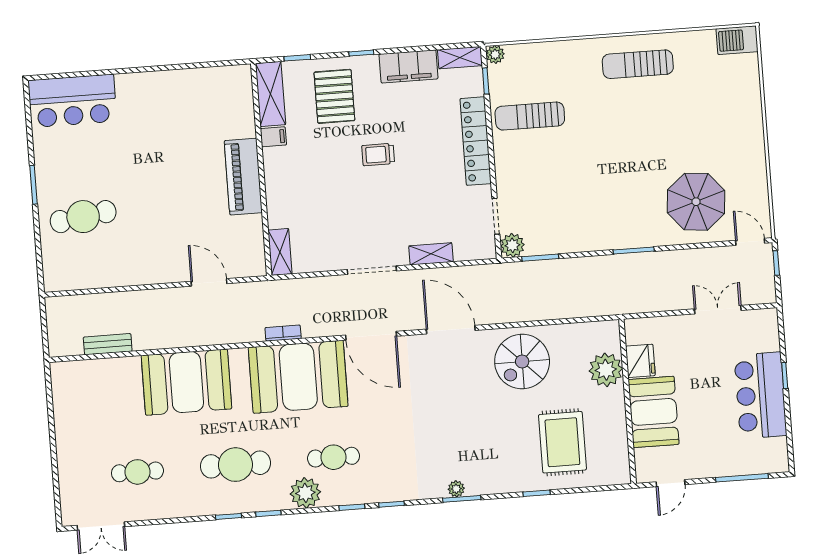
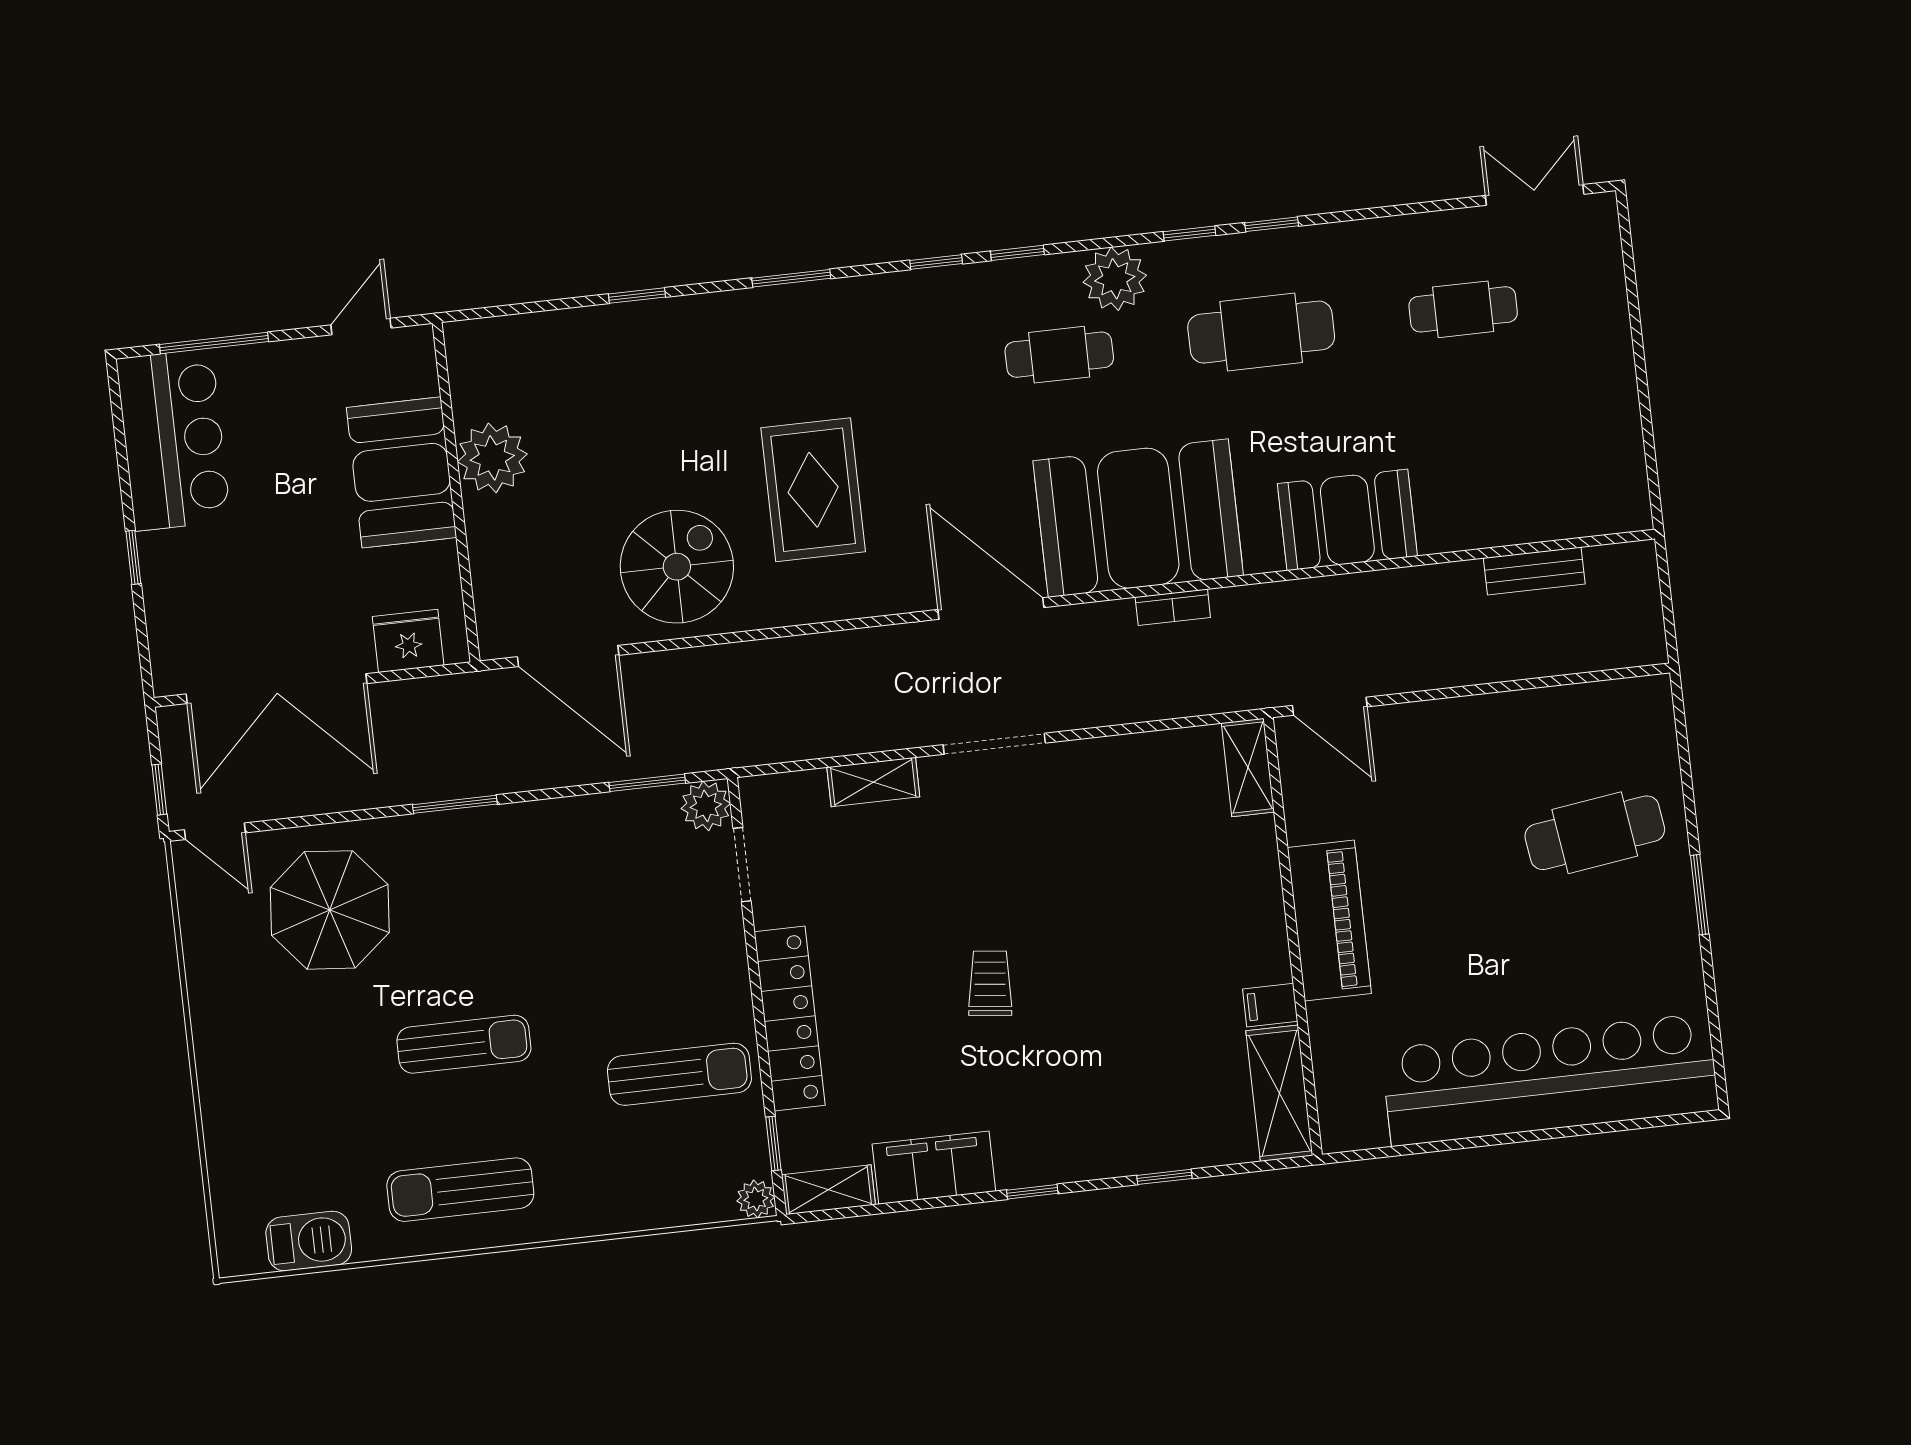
barbecue: (737, 40) -> (309, 1241), moved
sun lounger: (638, 64) -> (460, 1190), turned 180
shelving: (271, 94) -> (1279, 1093), moved
pallet: (334, 96) -> (1085, 1100), removed
bar counter: (72, 101) -> (1550, 1080), width x1.86
sun lounger: (634, 134) -> (464, 1044), added
filing cabinet: (273, 137) -> (1270, 1005), moved
trolley: (378, 155) -> (990, 983), turned -84
wall: (261, 170) -> (1293, 936), moved
piano: (243, 177) -> (1329, 920), moved
shelving: (280, 252) -> (1248, 768), moved
double door: (718, 310) -> (277, 689), width x1.87
door: (451, 330) -> (568, 656), moved
fridge: (640, 361) -> (408, 641), moved, turned 90
plant: (606, 370) -> (492, 458), moved
booth: (186, 382) -> (1347, 520), width x0.73, depth x0.70
bar counter: (760, 395) -> (173, 440), moved
rug: (562, 442) -> (813, 490), moved
plant: (456, 489) -> (803, 299), removed

